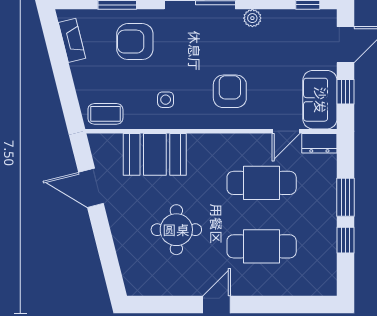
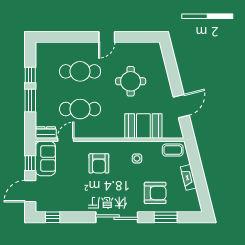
plant: (252, 18) -> (85, 207), removed
fireplace: (72, 40) -> (188, 177), moved
door: (91, 188) -> (181, 106), hinge flipped

